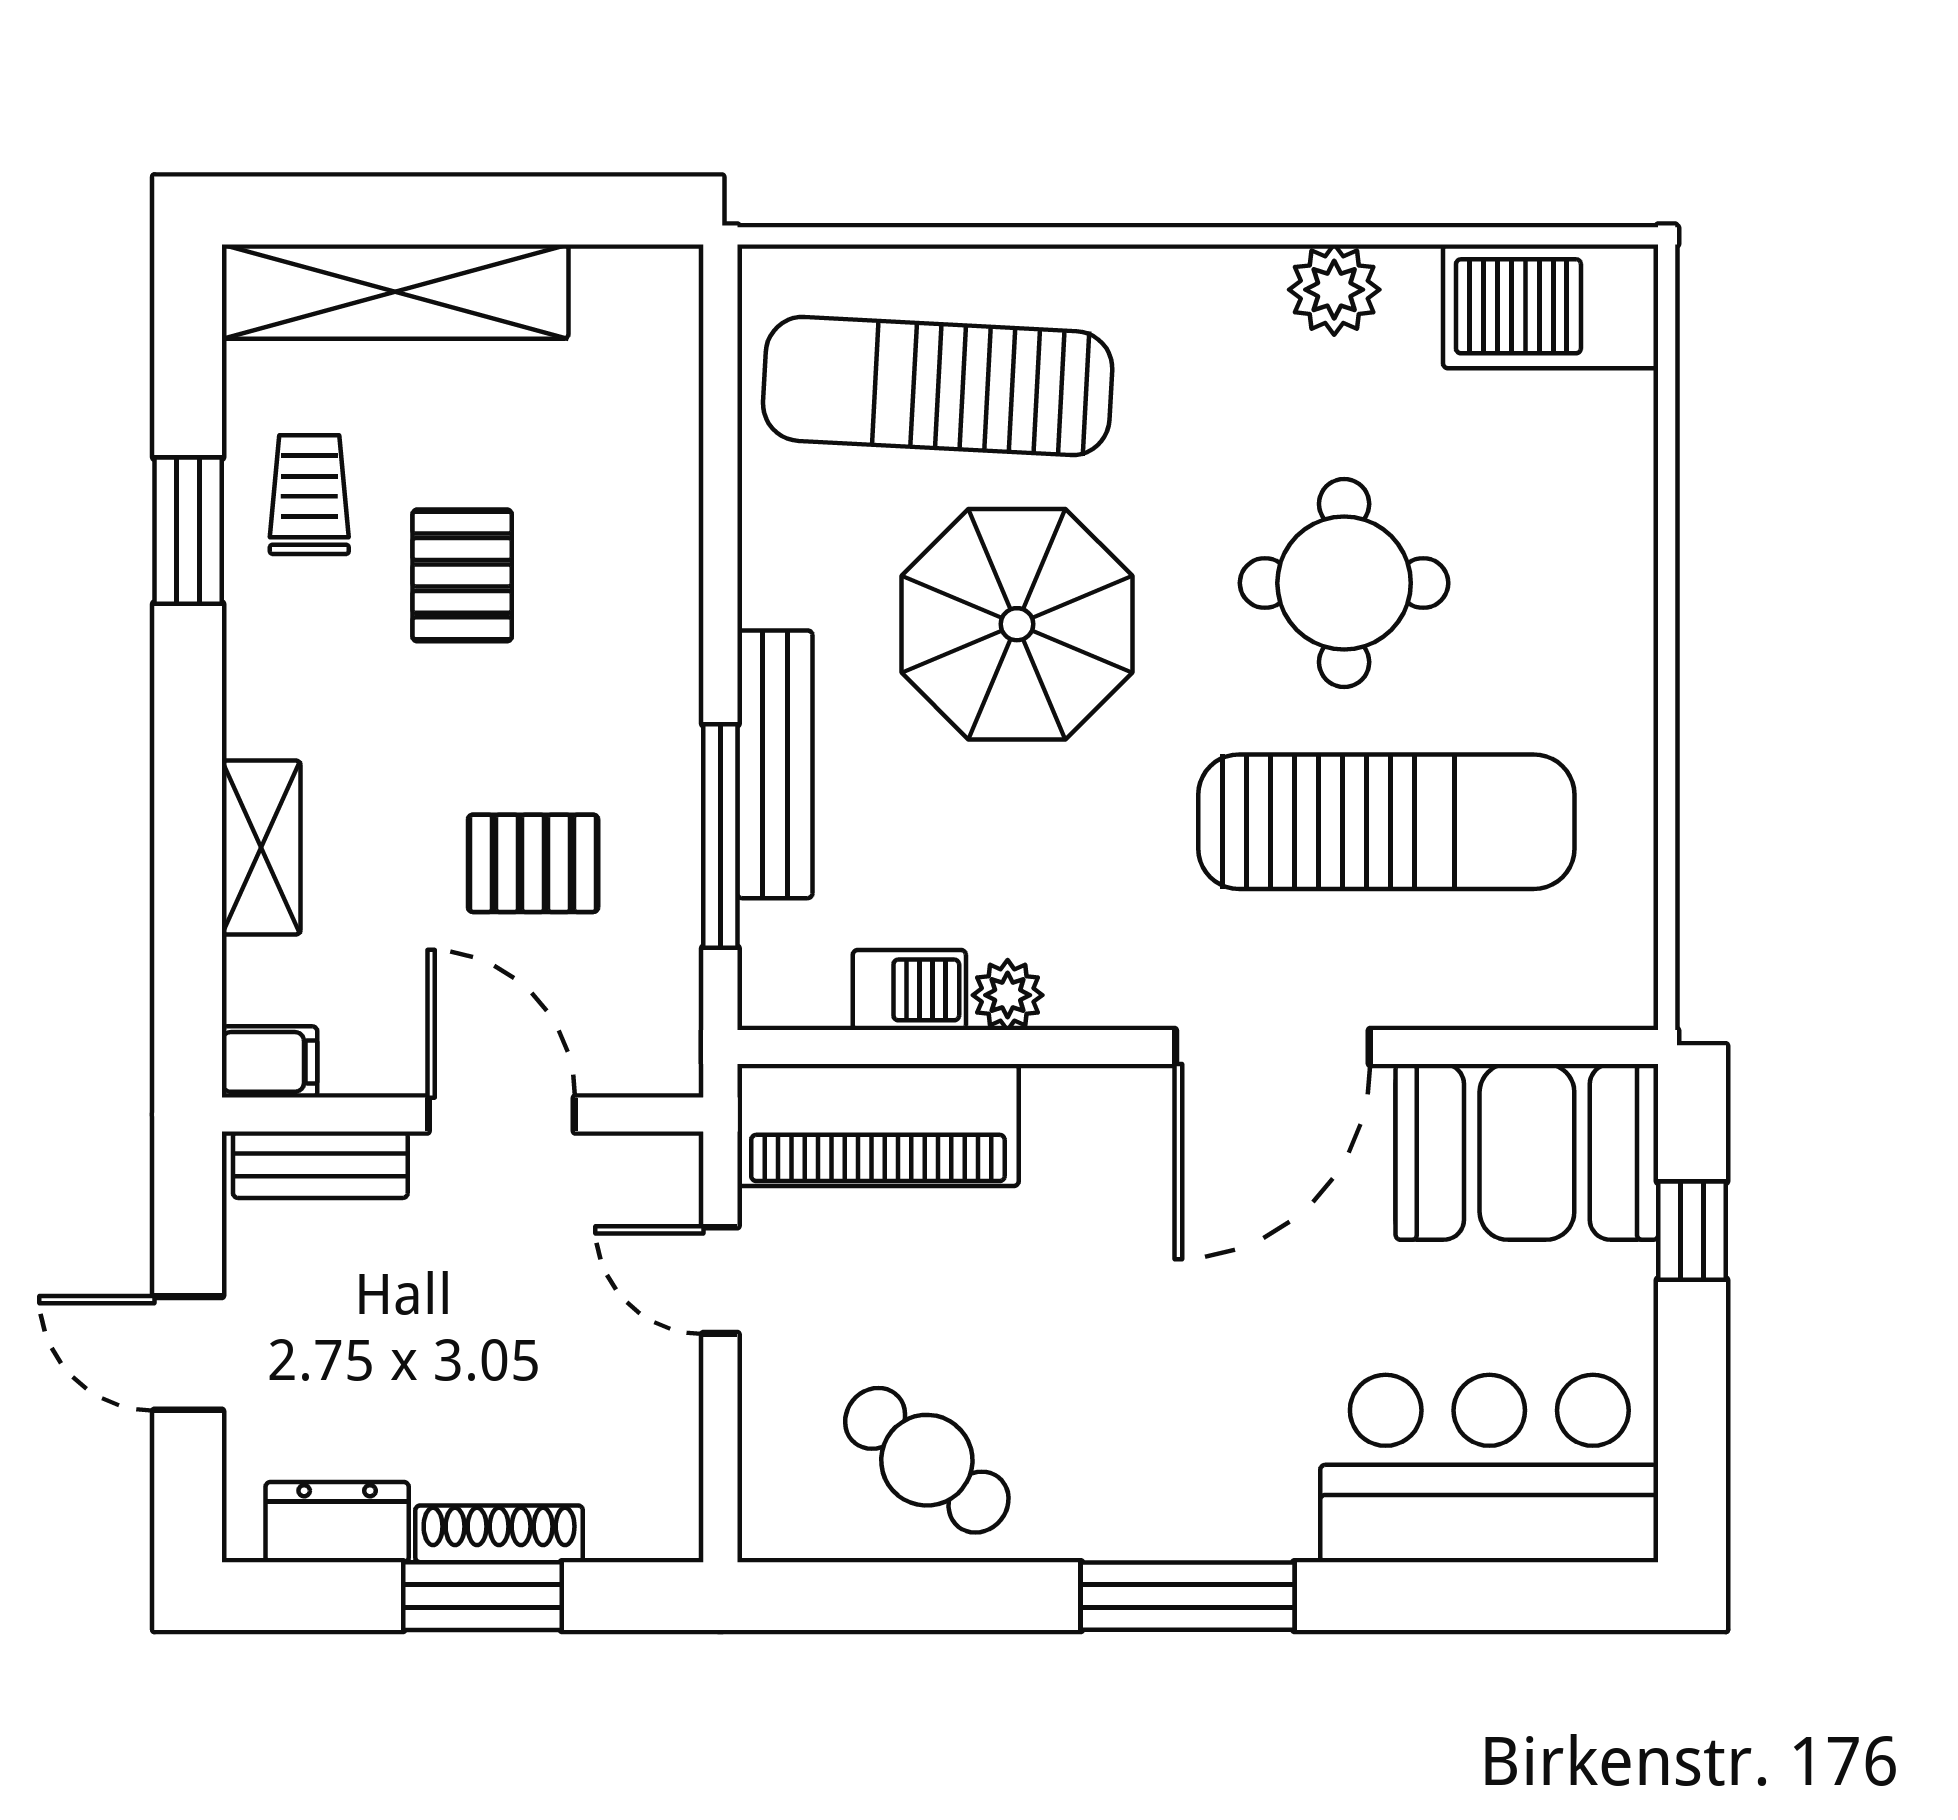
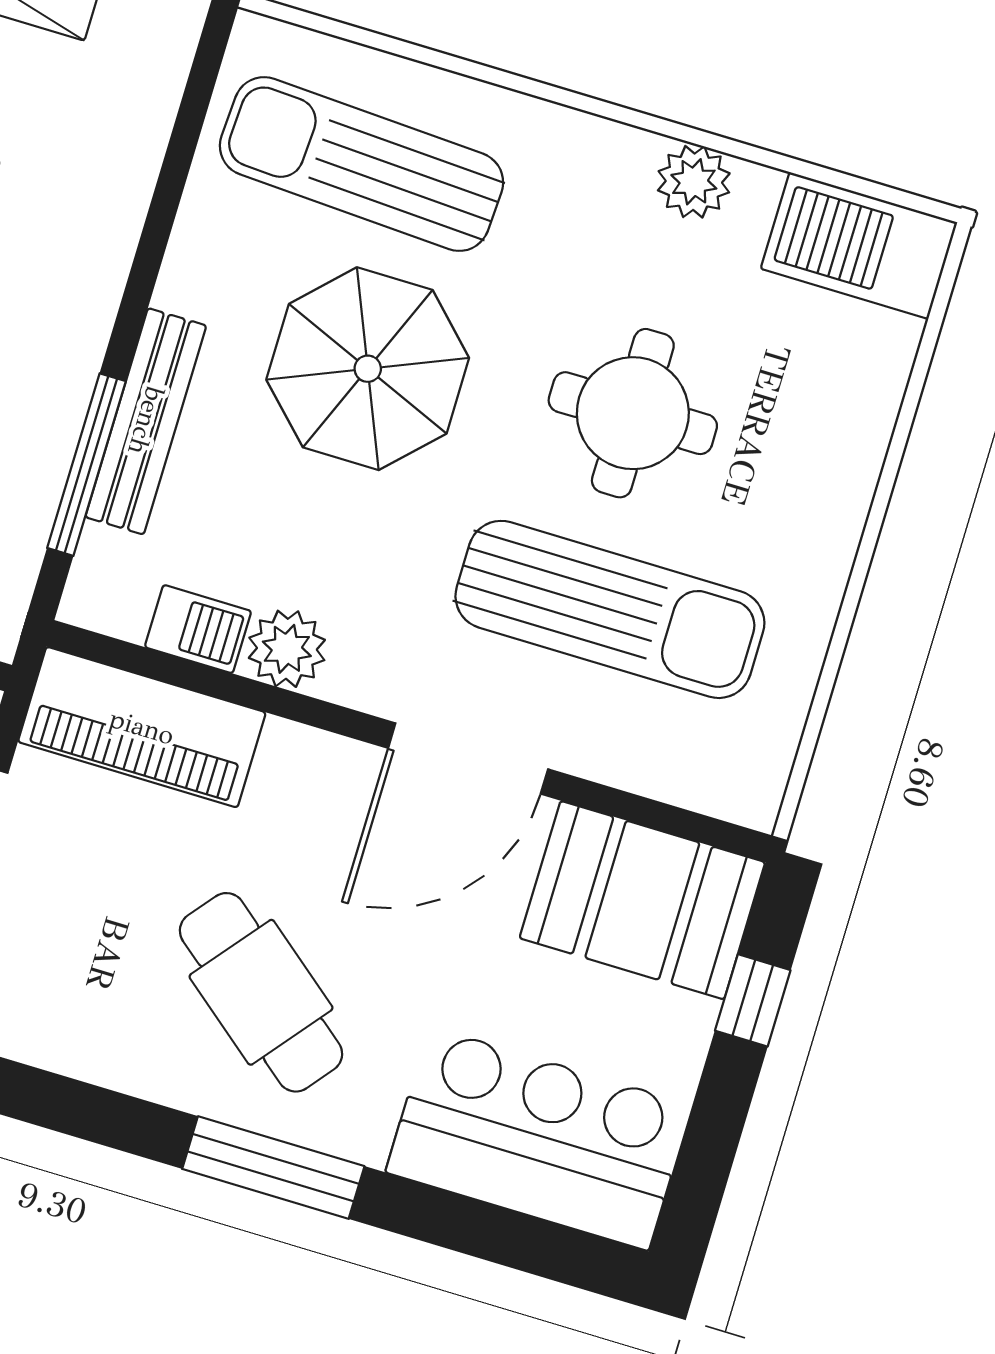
plant: (1008, 995) -> (287, 649), width x1.38, depth x1.38
cafe table: (927, 1460) -> (261, 992), moved, width x1.37, depth x1.35

